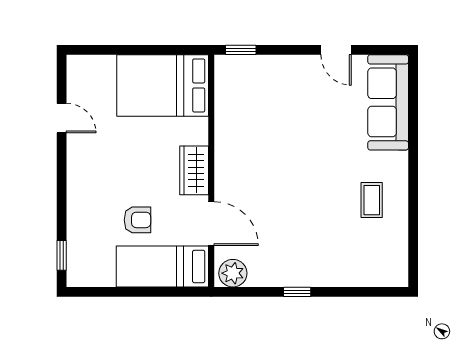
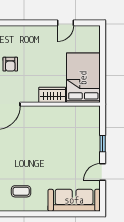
window: (241, 50) -> (103, 144), moved
wardrobe: (194, 170) -> (52, 95), moved

